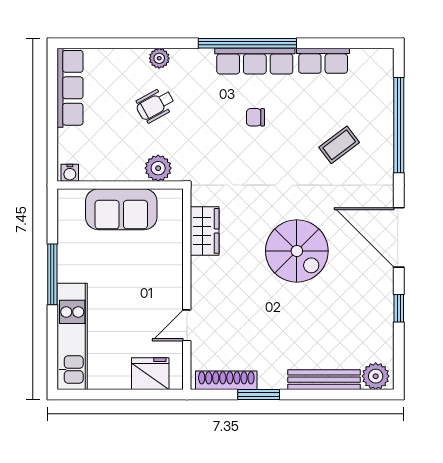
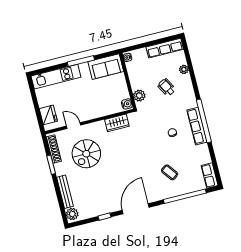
plant: (159, 58) -> (184, 69), moved
row of seats: (323, 61) -> (210, 175), moved
water cooler: (169, 199) -> (127, 104), added
sofa: (121, 209) -> (106, 67), moved, turned -90
spiral stairs: (297, 251) -> (86, 154), moved

